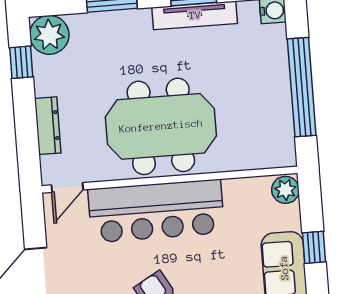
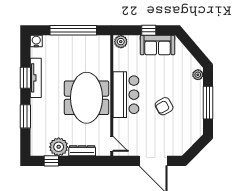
plant: (49, 35) -> (59, 147), moved
bar counter: (156, 211) -> (126, 95), width x0.73

